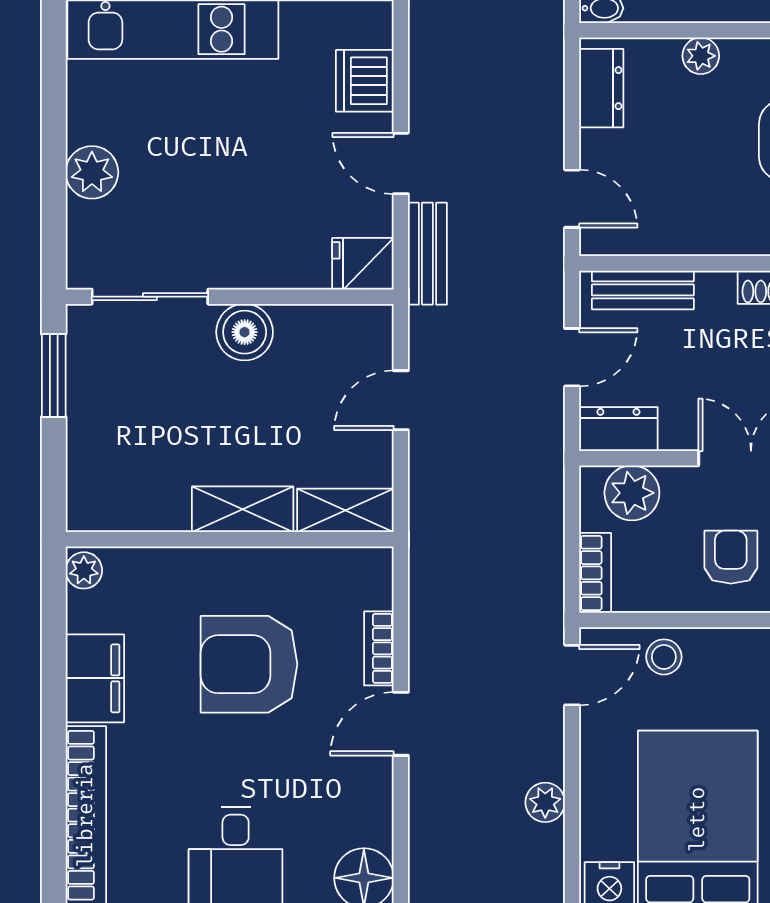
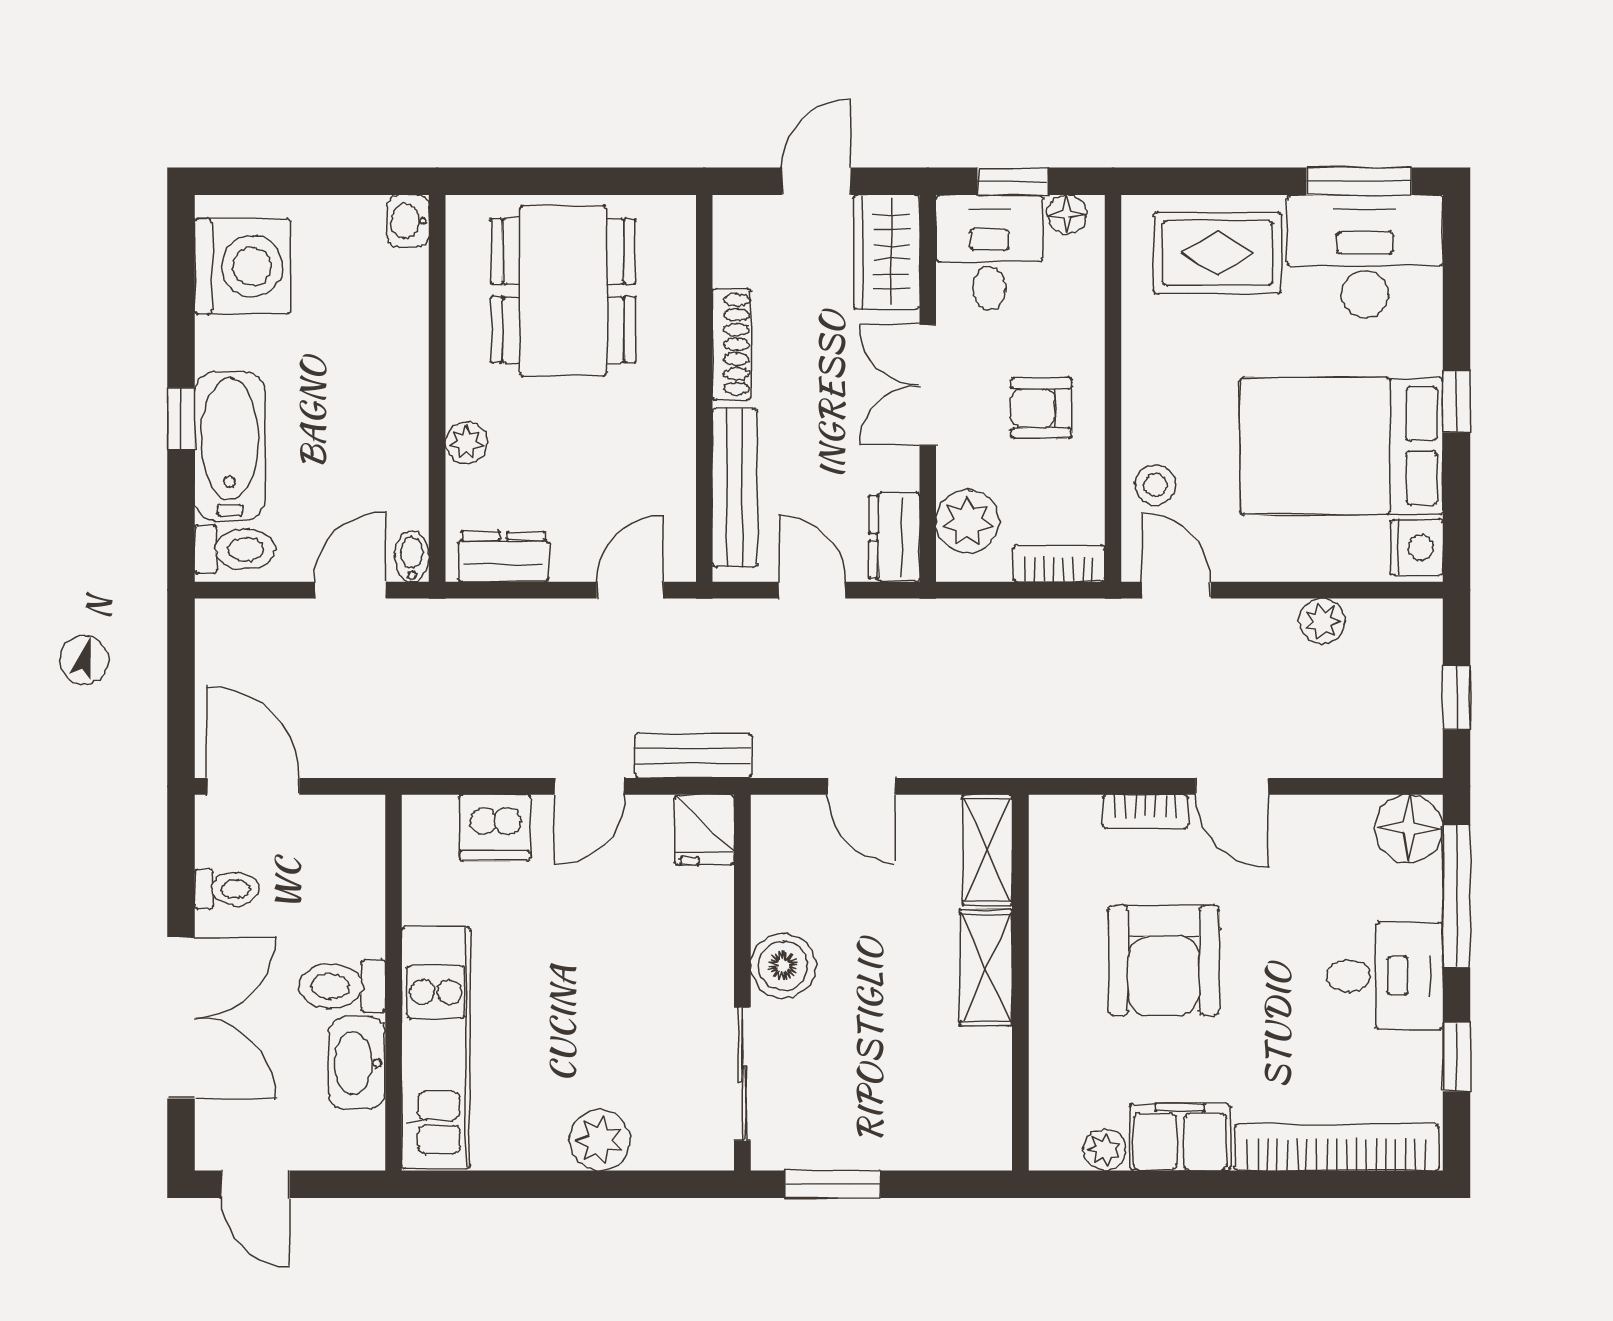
bench: (643, 290) -> (735, 488), width x1.36
plant: (84, 570) -> (1104, 1150), moved

